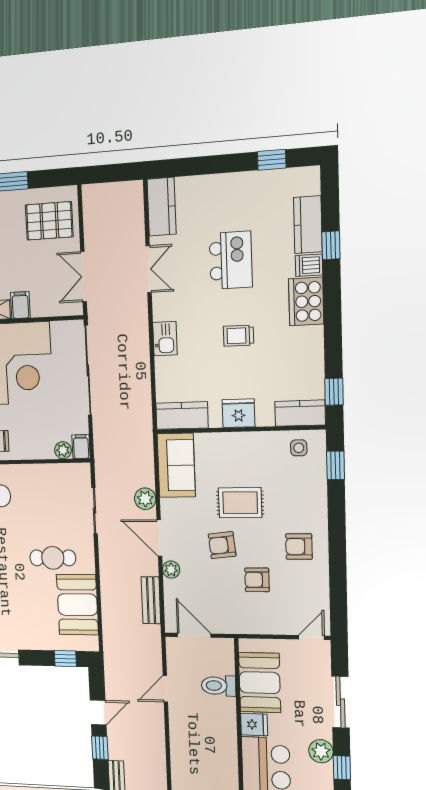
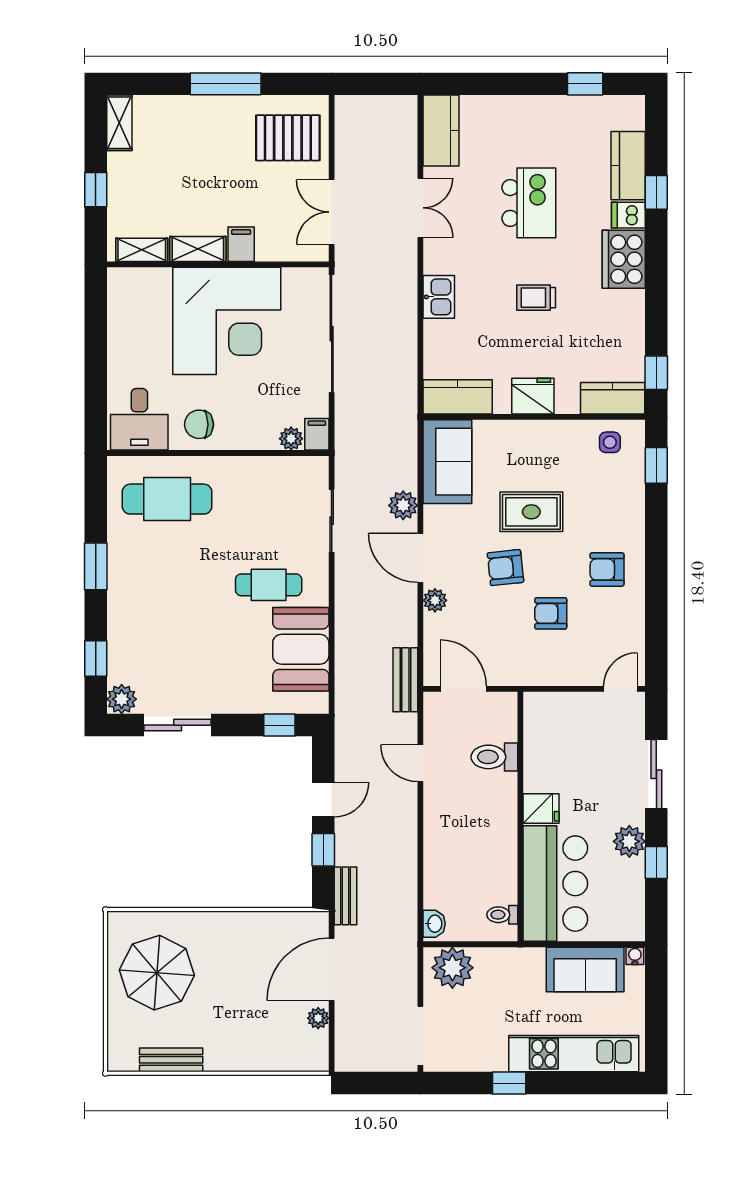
bench: (151, 600) -> (405, 680), moved
booth: (260, 683) -> (550, 751), removed
door: (165, 689) -> (420, 763), hinge flipped

